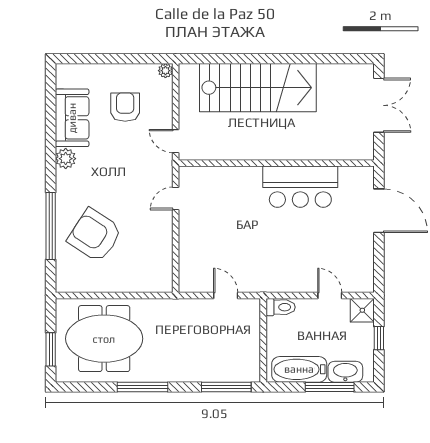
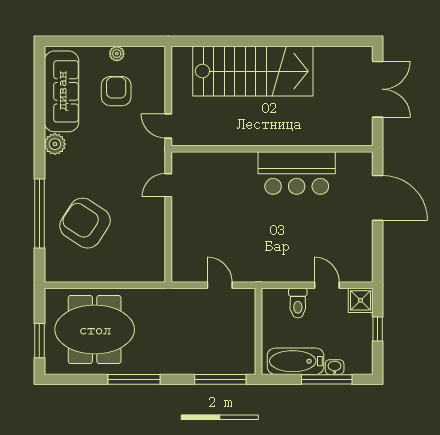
plant: (165, 71) -> (117, 54), moved
sofa: (72, 118) -> (62, 91), width x1.36
toilet: (281, 307) -> (298, 303), moved, turned 90
washbasin: (345, 372) -> (335, 367), width x0.52, depth x0.69

